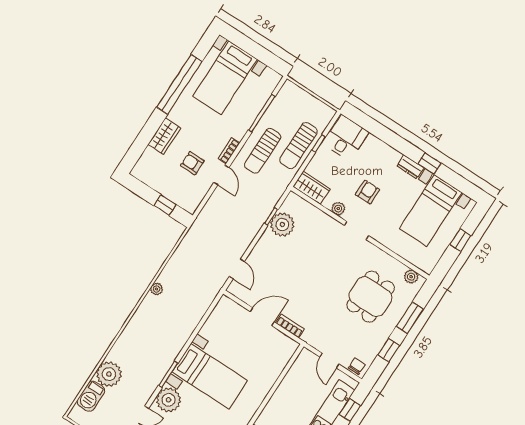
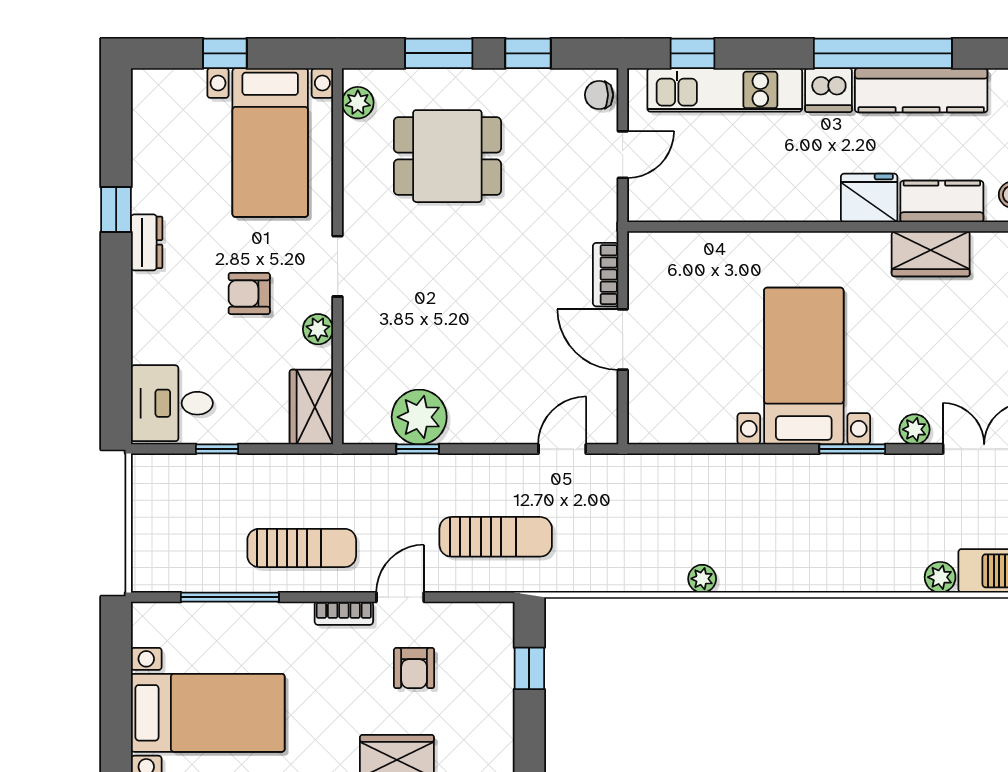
sun lounger: (298, 146) -> (496, 537), moved
bed with nightstands: (431, 210) -> (270, 143), moved, turned 90
plant: (109, 374) -> (940, 577), width x0.53, depth x0.53
plant: (168, 400) -> (914, 429), width x0.53, depth x0.53

